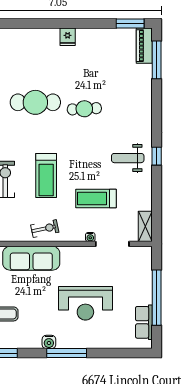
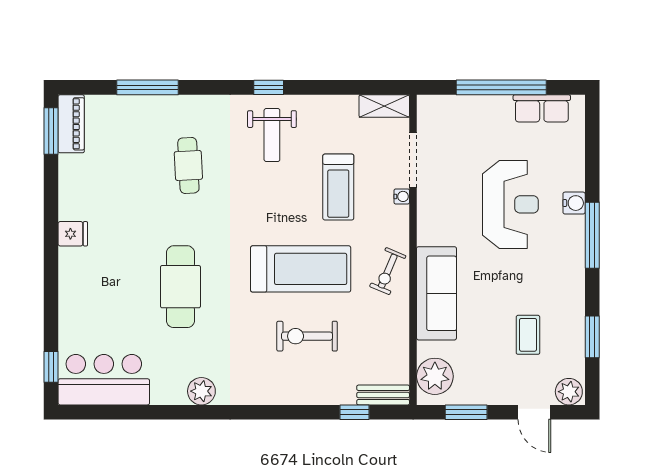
piano: (144, 46) -> (71, 124), moved, turned -90
window: (157, 60) -> (148, 87), moved
cafe table: (84, 109) -> (188, 165), moved
treadmill: (46, 176) -> (301, 269), width x1.37, depth x1.38
exercise bike: (45, 229) -> (388, 271), turned -145
water cooler: (49, 342) -> (574, 203), moved

